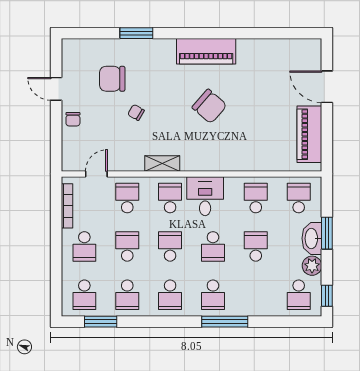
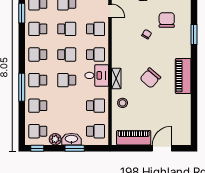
stool: (251, 153) -> (123, 103), added
shelving: (162, 163) -> (116, 78), moved
school desk: (256, 246) -> (38, 106), moved, turned 180

